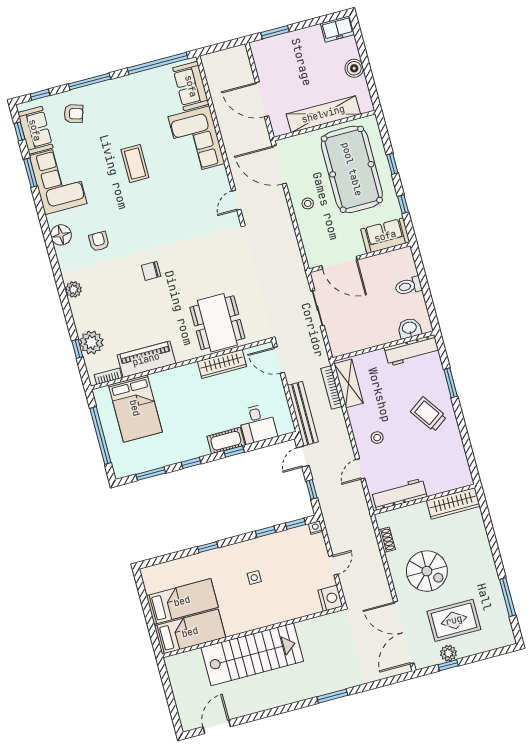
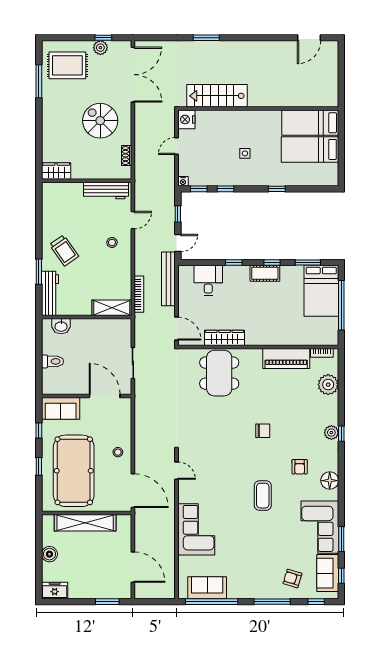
sofa: (191, 86) -> (207, 588), moved, turned -90
door: (262, 99) -> (133, 567), moved
coffee table: (135, 164) -> (263, 496), moved
door: (236, 200) -> (176, 471), hinge flipped
window: (77, 349) -> (341, 434), moved
workbench: (412, 350) -> (50, 293), moved, turned 90
shelving: (349, 383) -> (112, 308), moved, turned 90
bed: (135, 408) -> (321, 291), moved, turned 180
cot: (226, 441) -> (265, 273), moved
wardrobe: (453, 503) -> (56, 171), width x0.67
rug: (454, 620) -> (67, 65), moved
stairs: (252, 654) -> (217, 96), moved, width x0.73, depth x0.66

